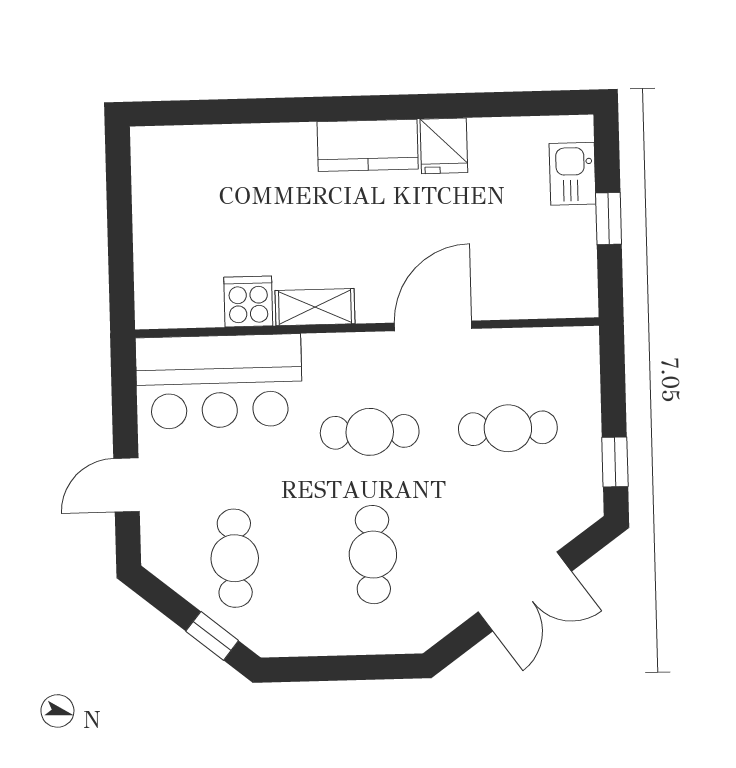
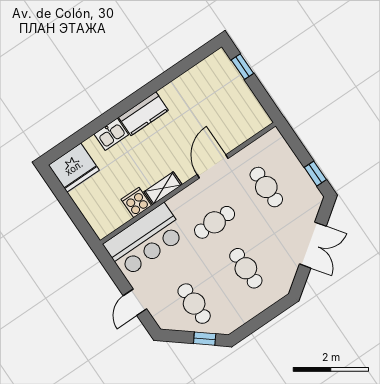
fridge: (444, 146) -> (74, 168), moved, width x1.88, depth x1.34
kitchen sink: (572, 174) -> (111, 134), moved, turned -90
window: (609, 219) -> (242, 67), moved
cafe table: (508, 428) -> (266, 187), turned 90

